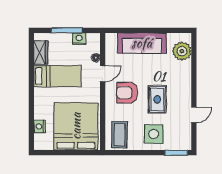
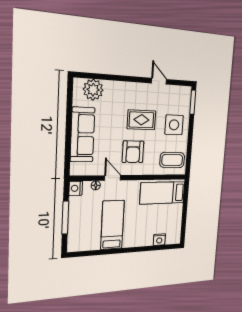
nightstand: (79, 39) -> (76, 188), moved
wardrobe: (41, 53) -> (88, 244), removed
bed: (76, 126) -> (162, 193), width x0.49

